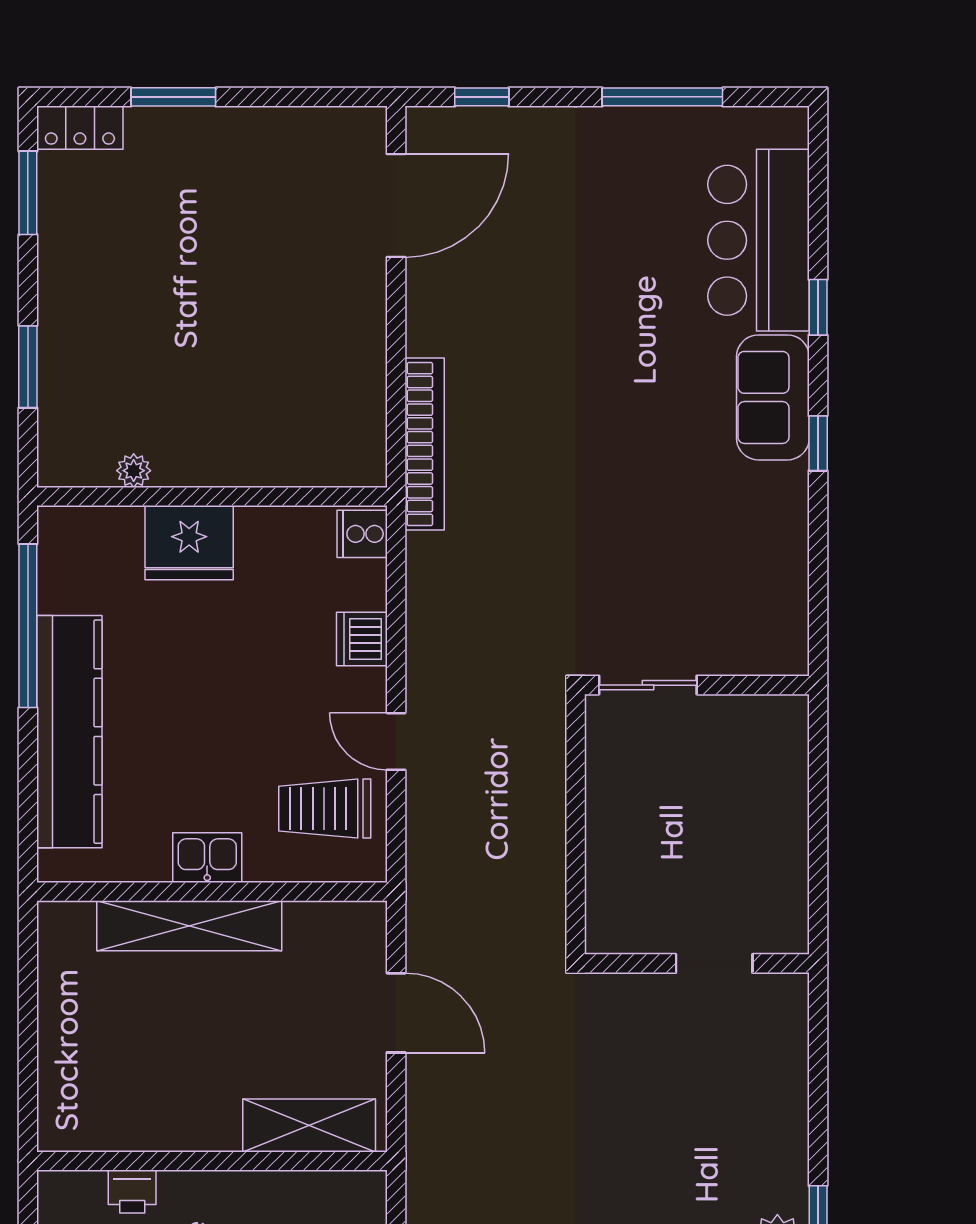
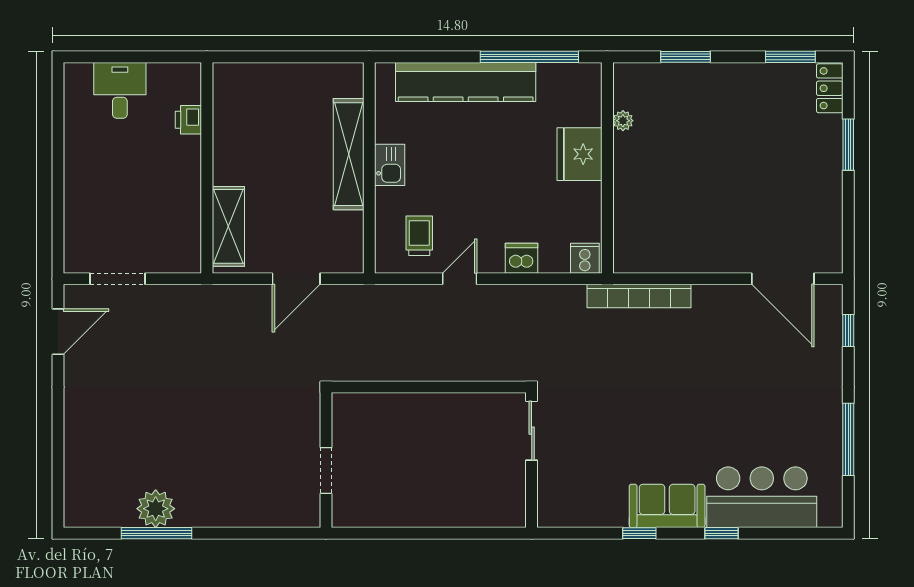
sliding door: (648, 685) -> (532, 431), moved
wall: (697, 685) -> (532, 460), moved
trolley: (325, 809) -> (419, 236), width x0.73, depth x0.72

